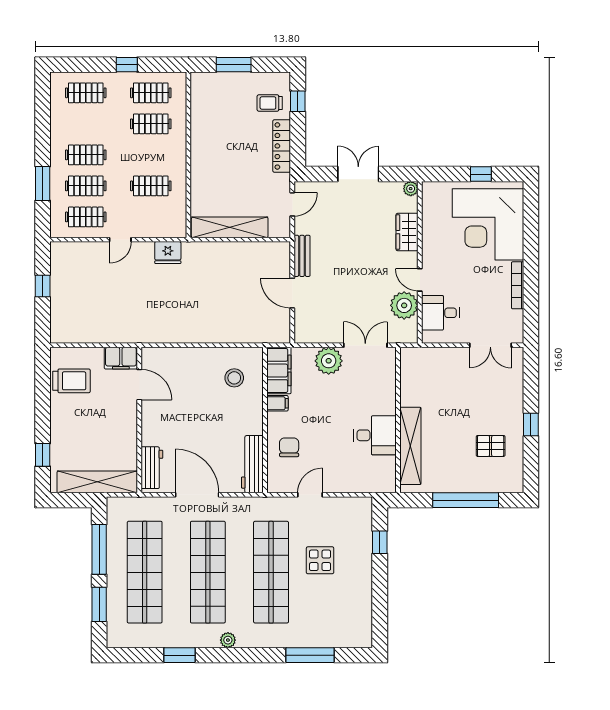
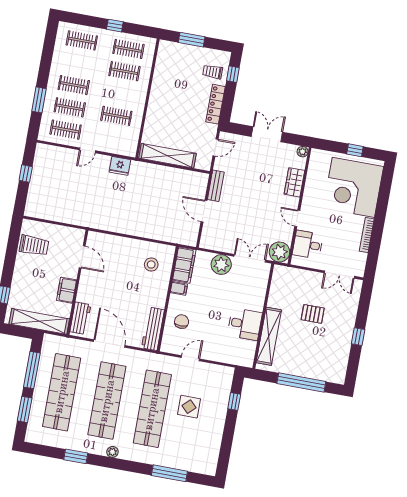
plant: (404, 305) -> (279, 252), moved
filing cabinet: (121, 358) -> (67, 290), moved, turned 90
pallet: (491, 446) -> (313, 314), moved

